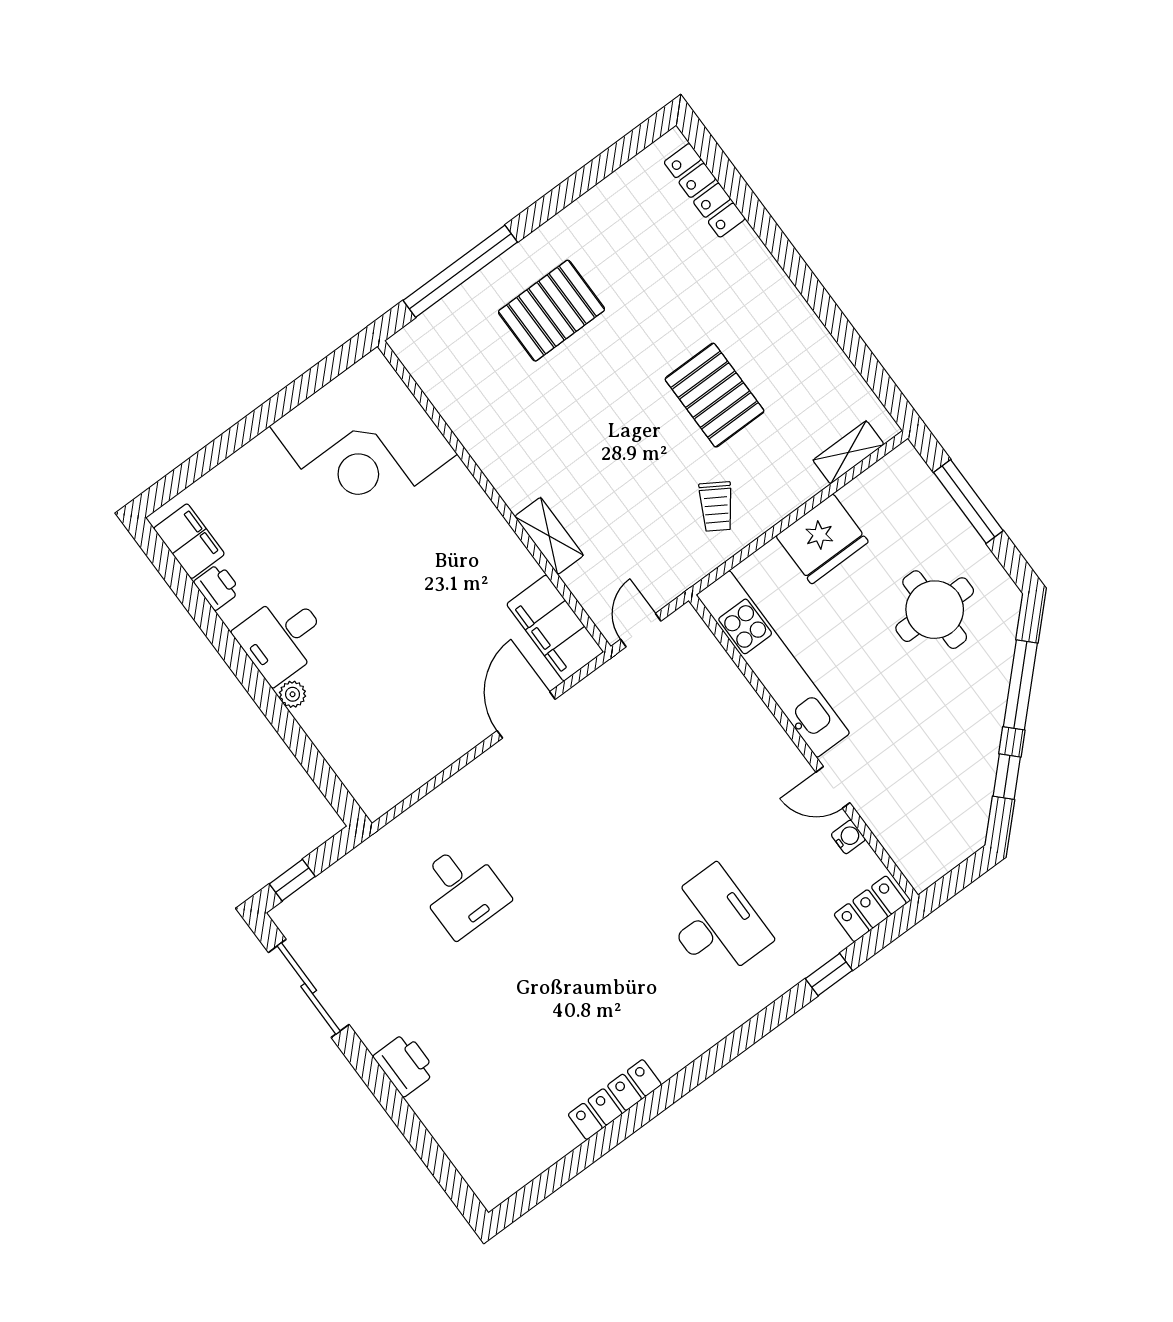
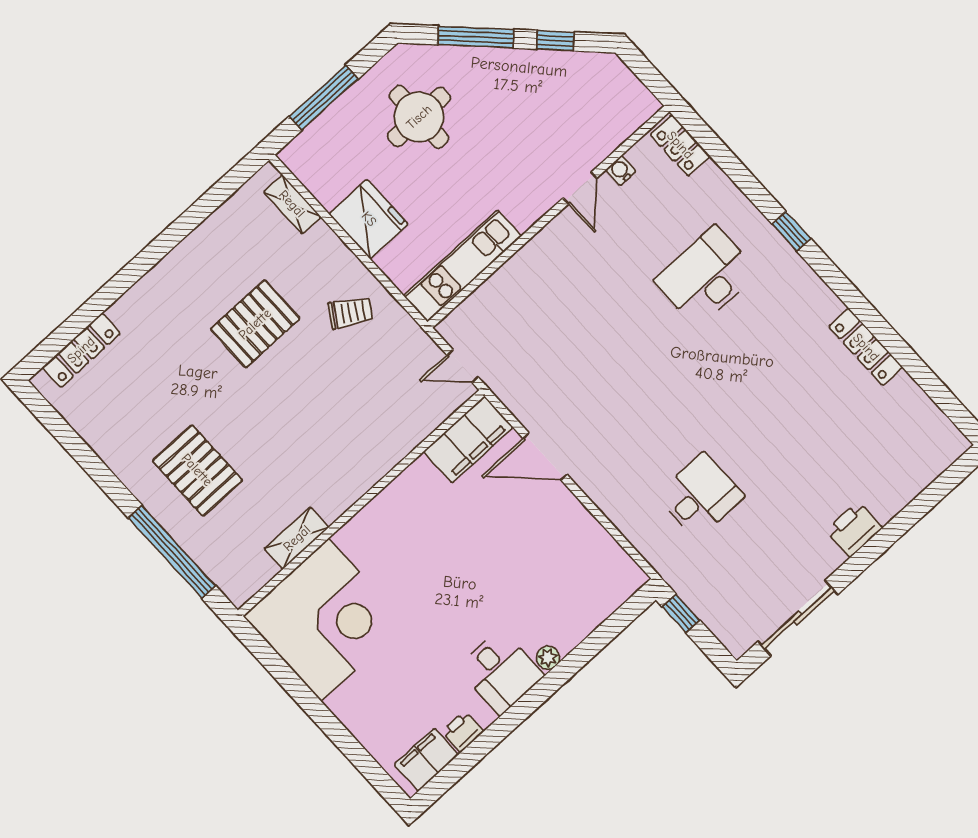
shelving: (549, 536) -> (297, 538), moved
kitchen unit: (773, 664) -> (463, 266), width x0.73
window: (292, 880) -> (681, 613), moved
window: (829, 974) -> (791, 231), moved

